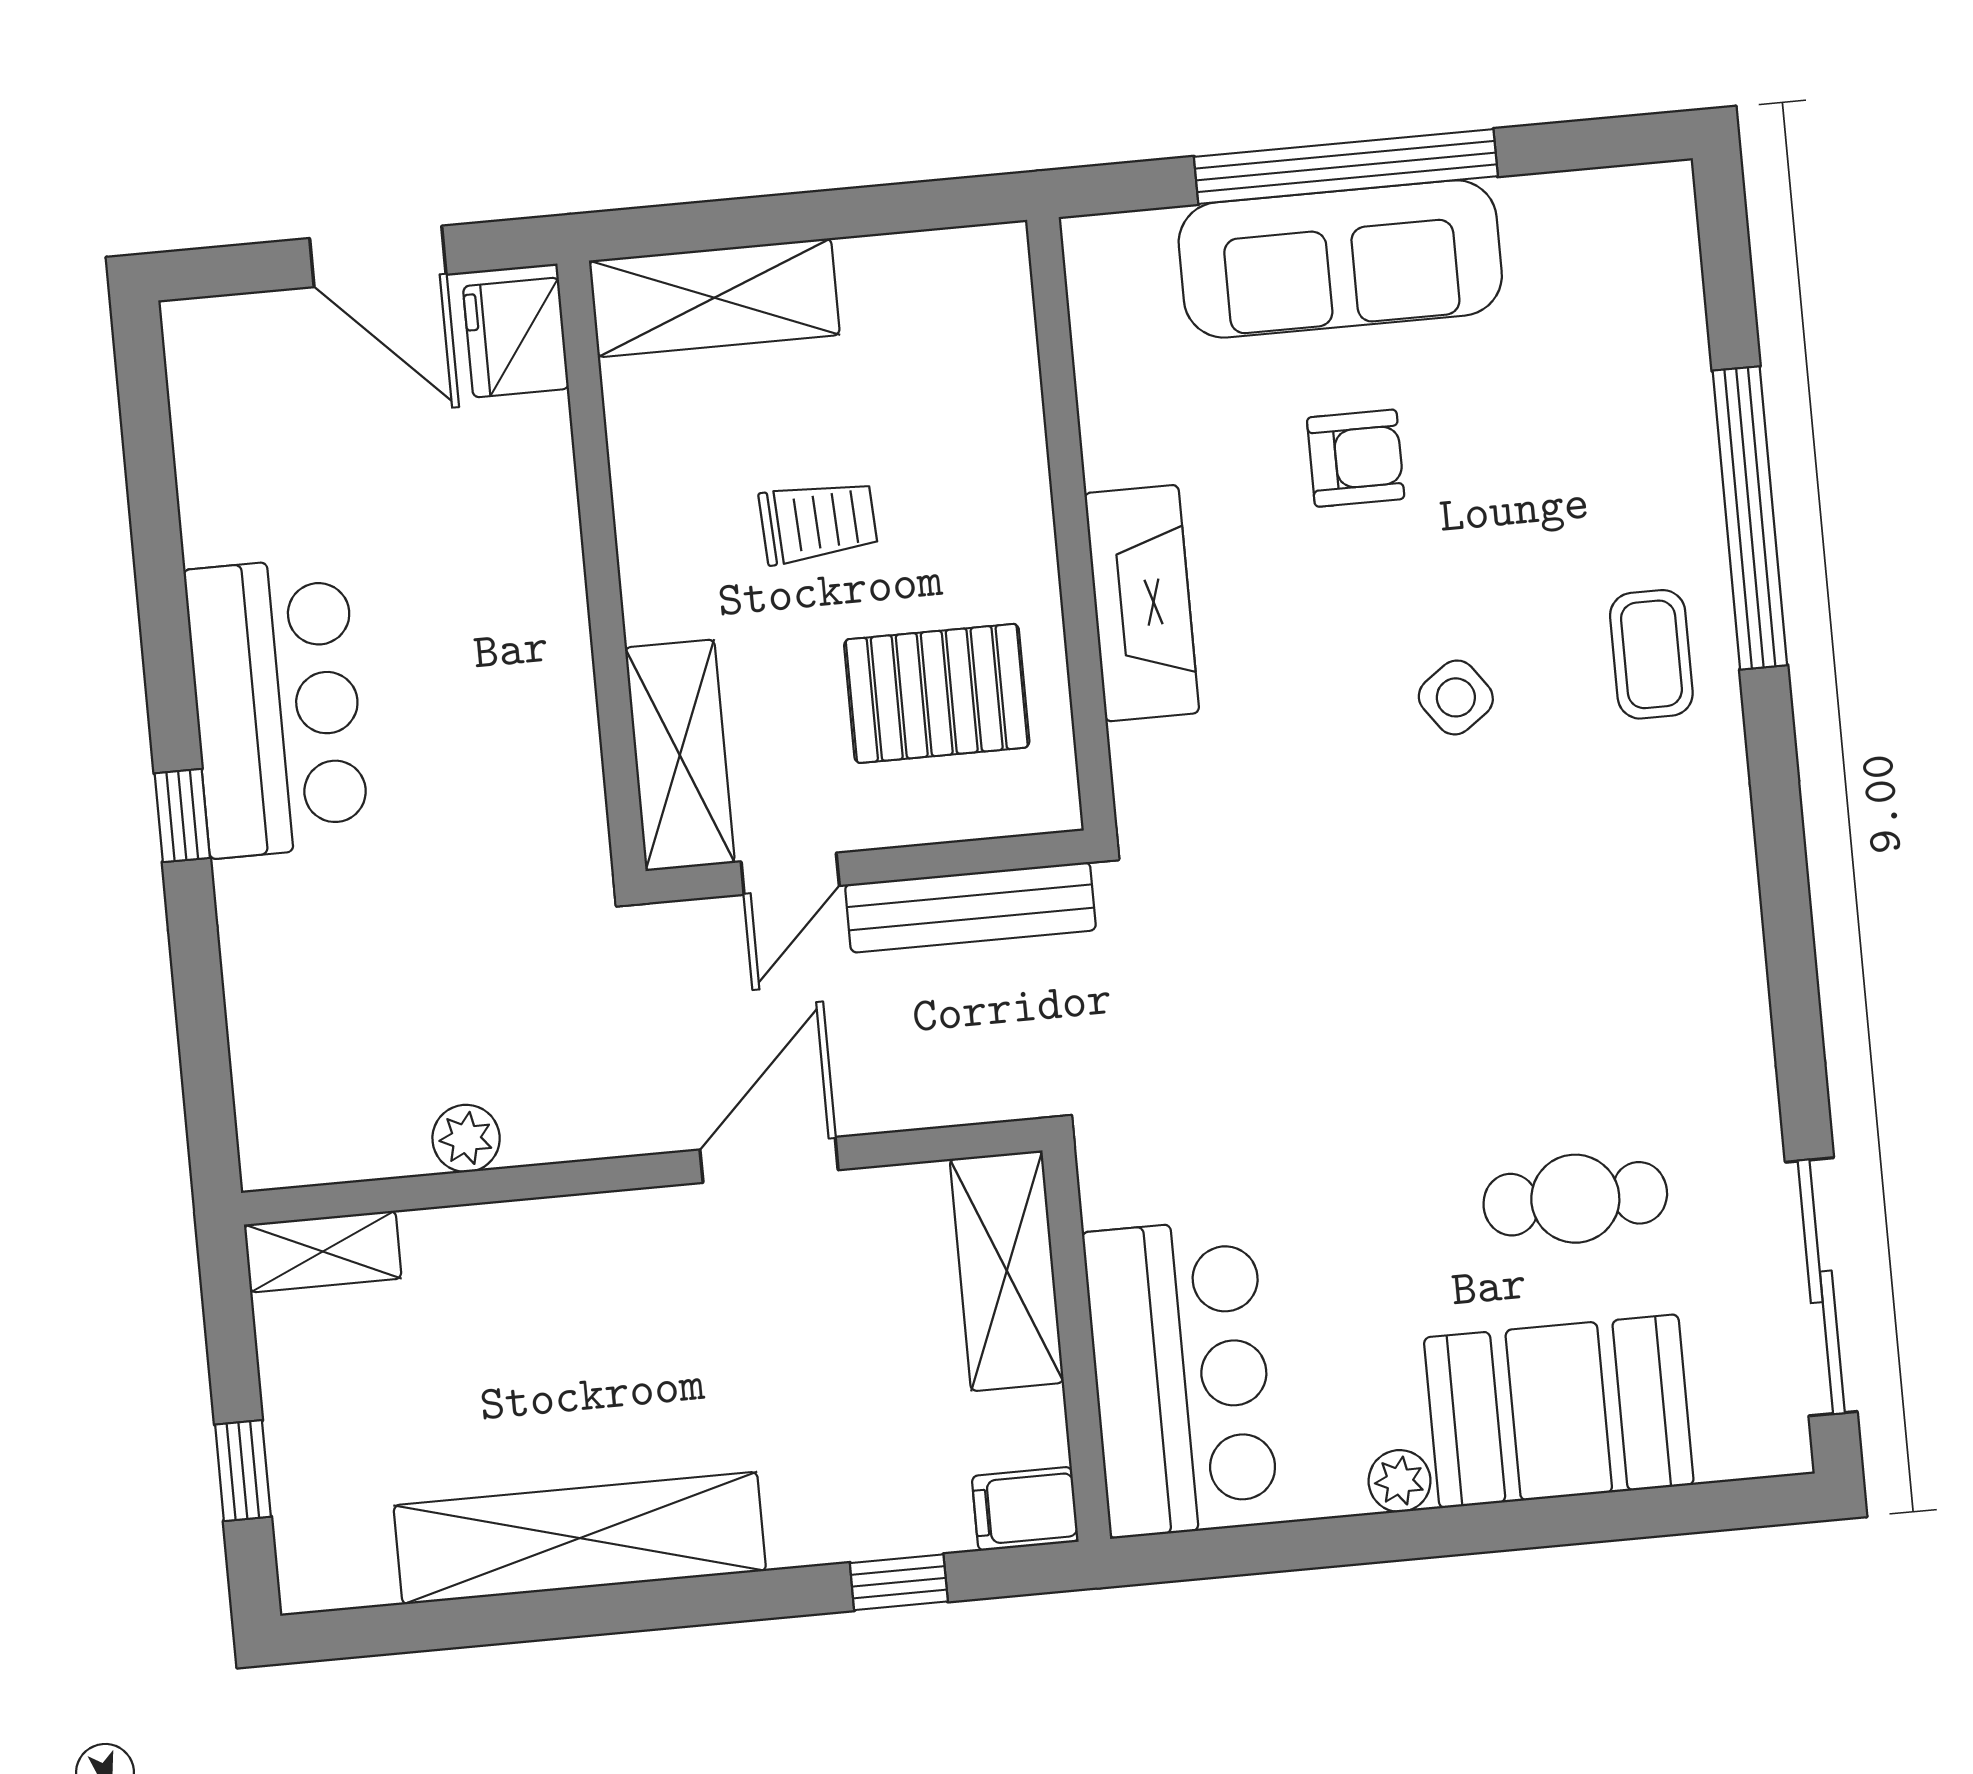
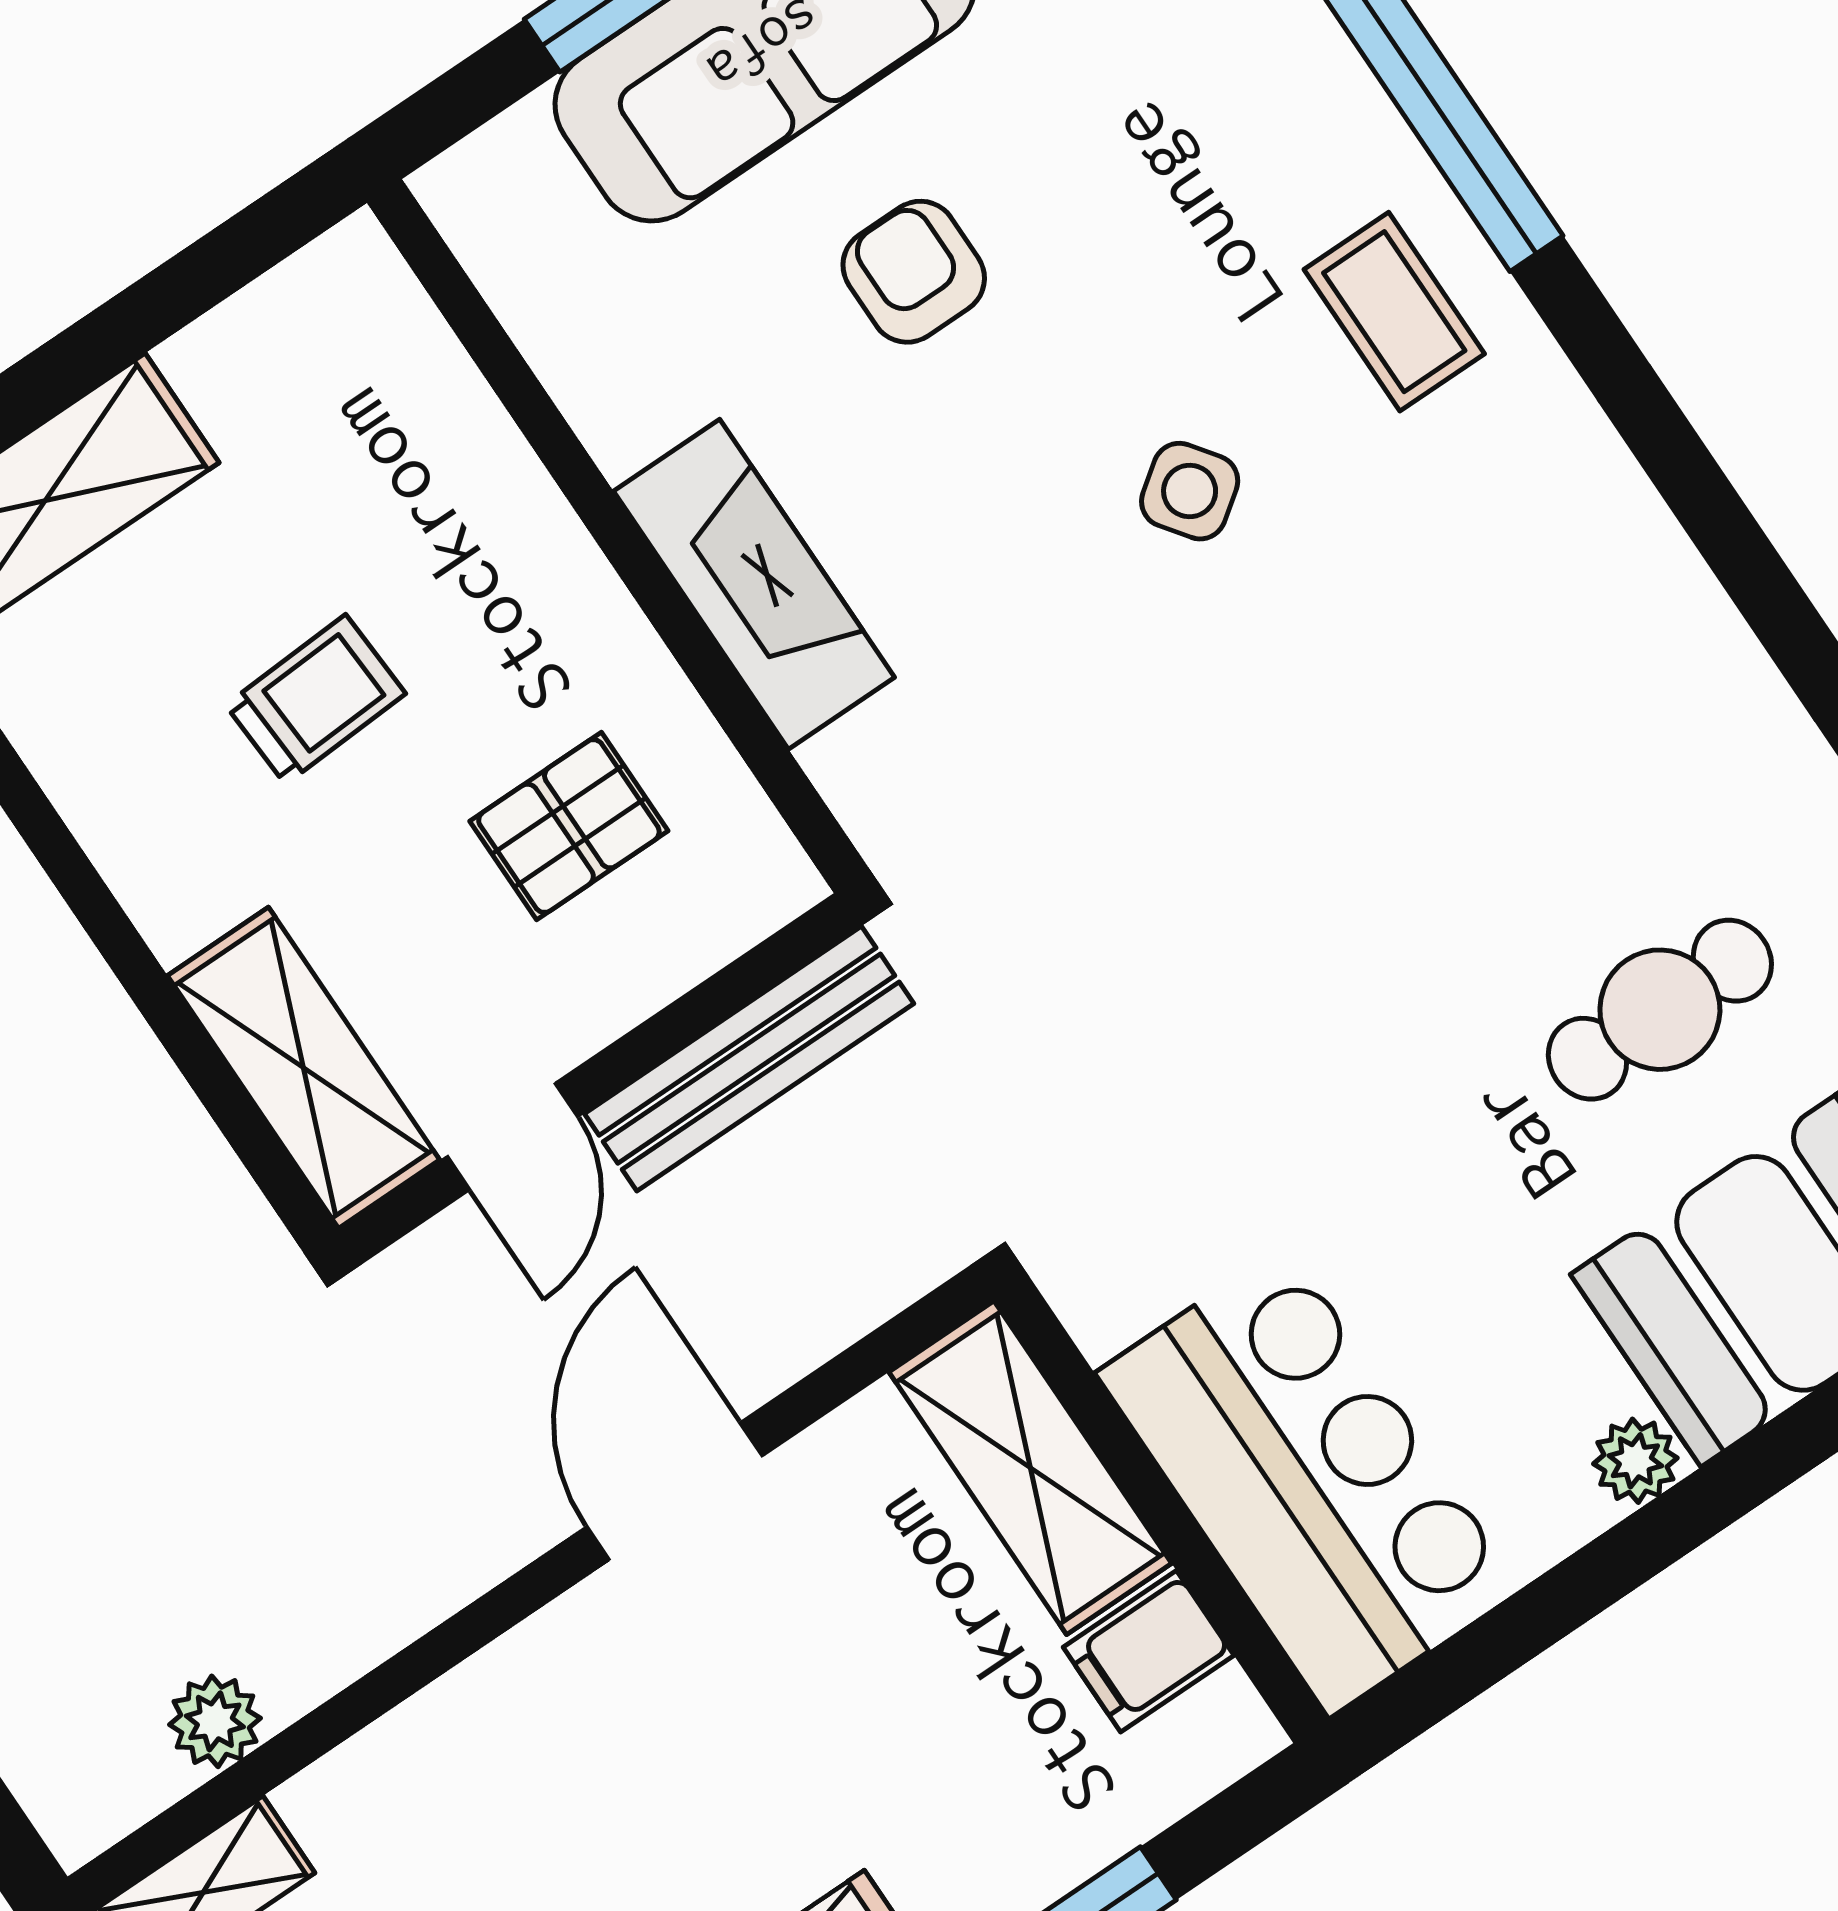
armchair: (1356, 458) -> (914, 272), turned -90
pallet: (937, 693) -> (569, 826), width x0.67, depth x0.71
plant: (466, 1138) -> (215, 1721), moved
filing cabinet: (1025, 1509) -> (1149, 1651), moved

